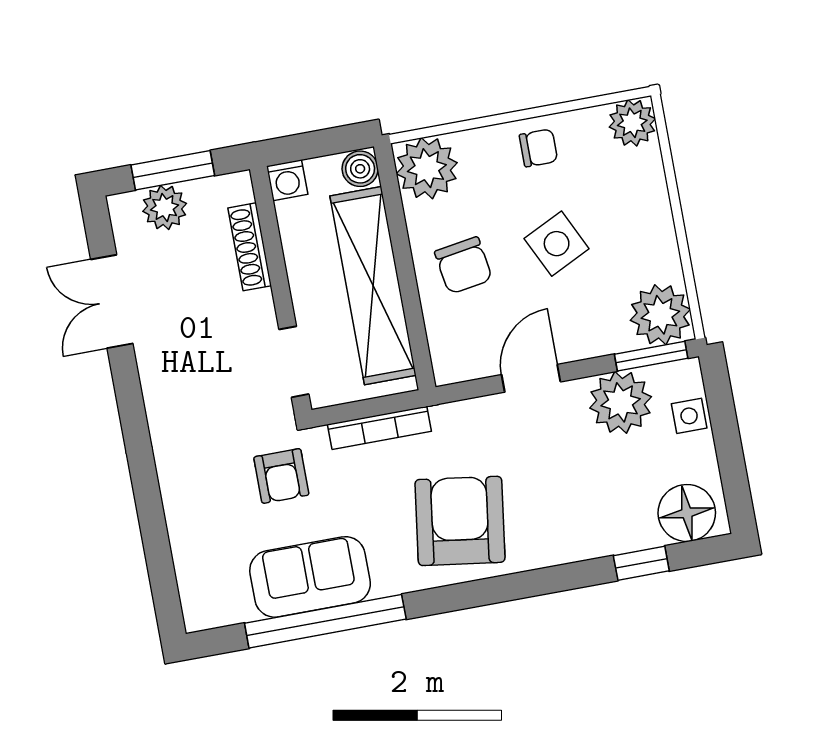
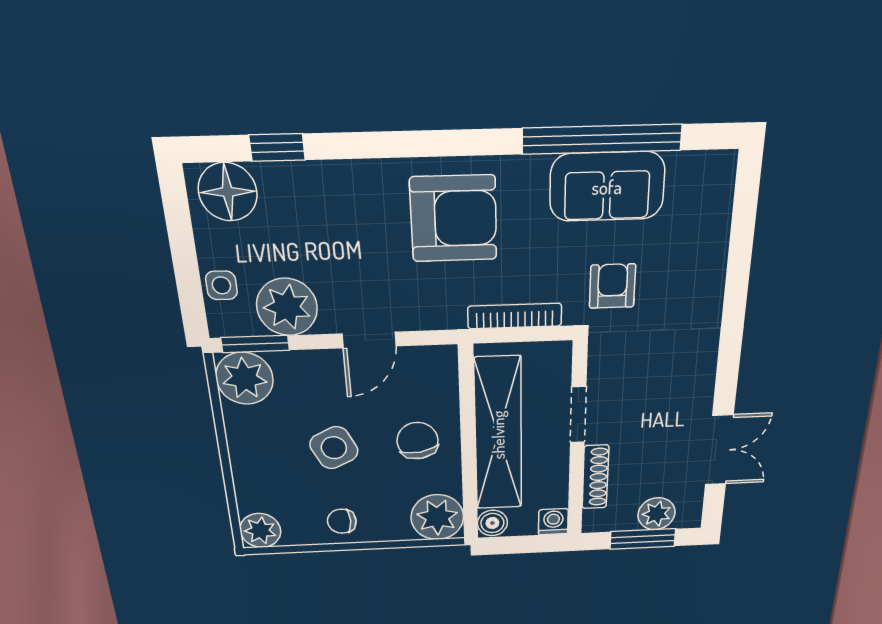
doorway: (294, 362) -> (578, 415), moved
armchair: (460, 521) -> (454, 219), turned -98

